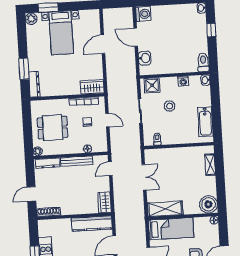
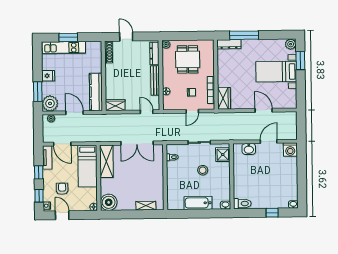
window: (24, 69) -> (244, 35), width x1.44
washing machine: (183, 81) -> (225, 184), removed
bathtub: (205, 122) -> (198, 203), moved
double door: (144, 177) -> (137, 143), width x1.37

